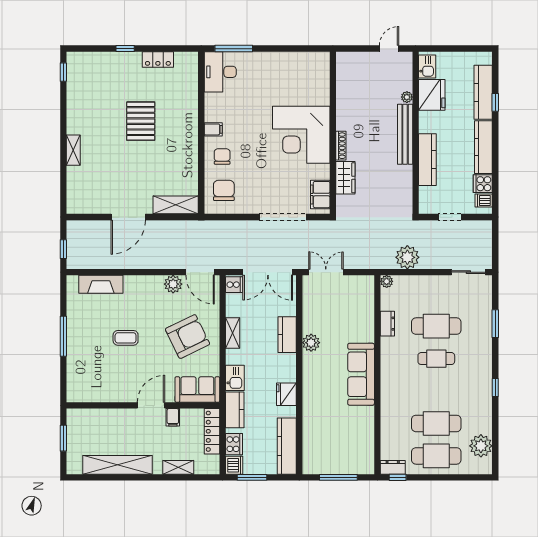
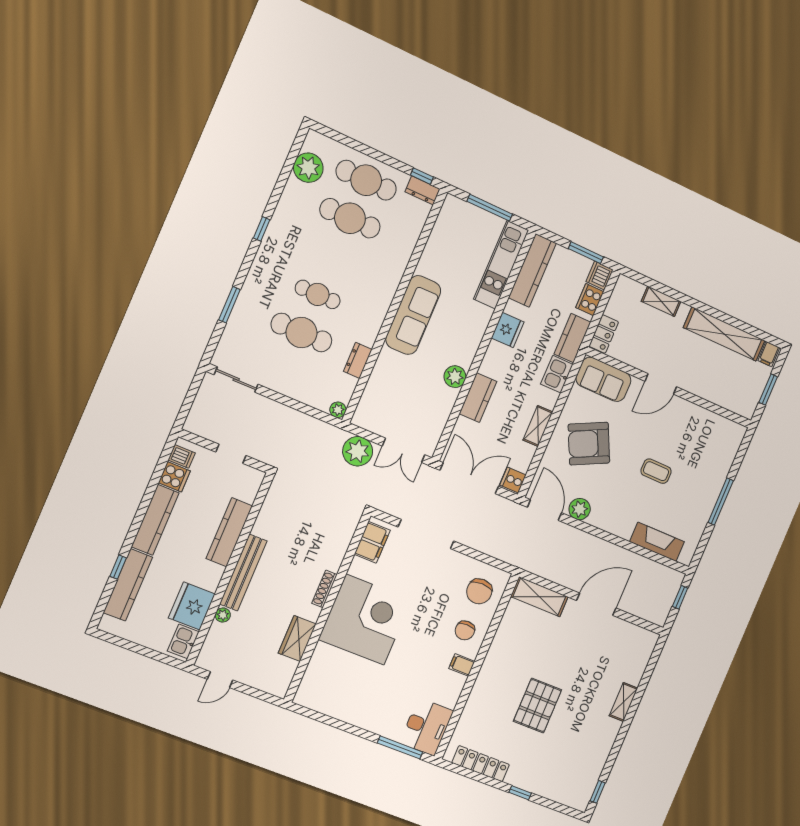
locker: (158, 59) -> (481, 764), width x1.53
wardrobe: (345, 178) -> (297, 639), moved
plant: (407, 257) -> (358, 451), moved
filing cabinet: (173, 417) -> (769, 354), moved, turned 180
locker: (212, 431) -> (604, 334), width x0.66
kitchen unit: (312, 440) -> (501, 265), added

